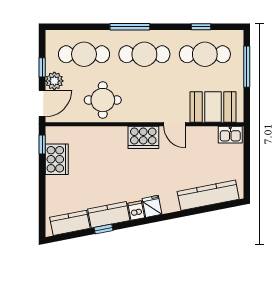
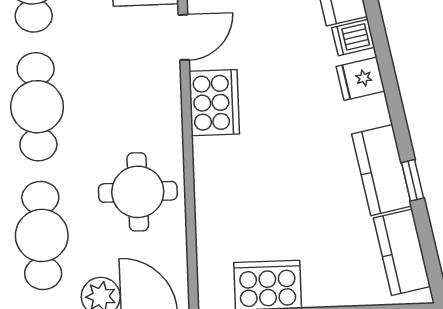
dishwasher: (136, 210) -> (353, 37), moved

